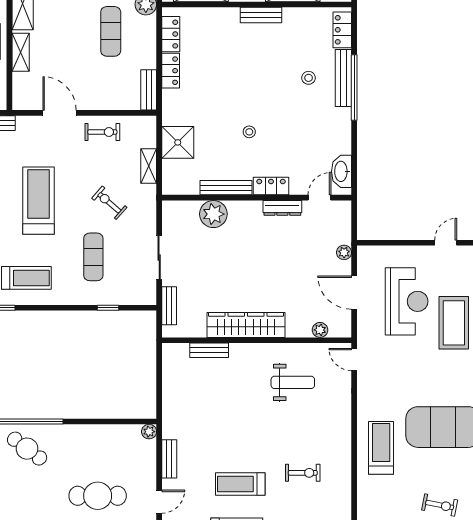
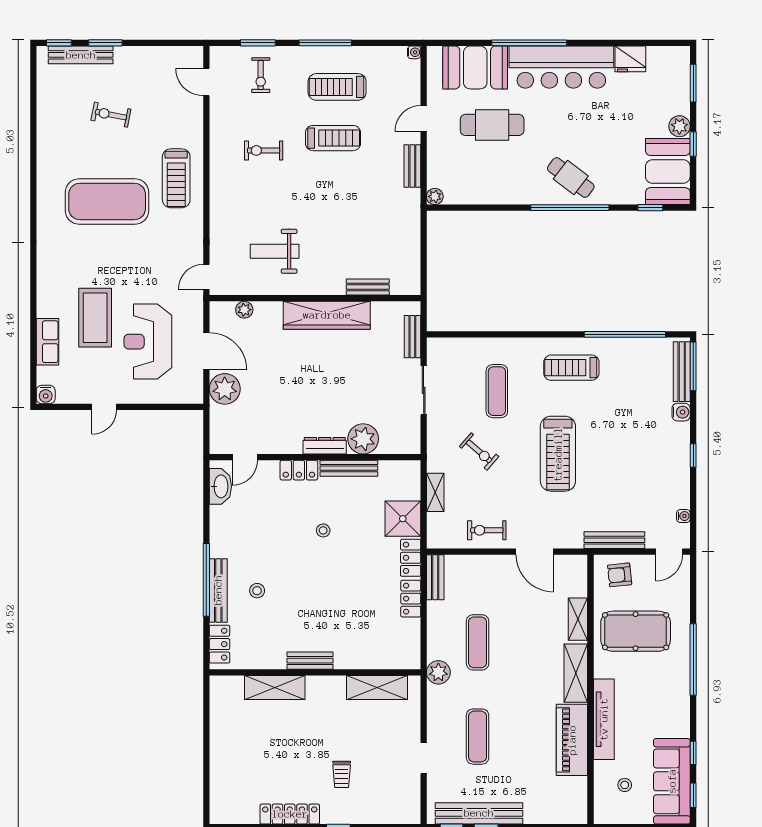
locker: (171, 34) -> (411, 558), moved
dresser: (282, 208) -> (325, 446), moved
plant: (344, 252) -> (225, 389), width x1.88, depth x1.88
window: (108, 308) -> (481, 334), removed
door: (354, 360) -> (206, 277), swing flipped

